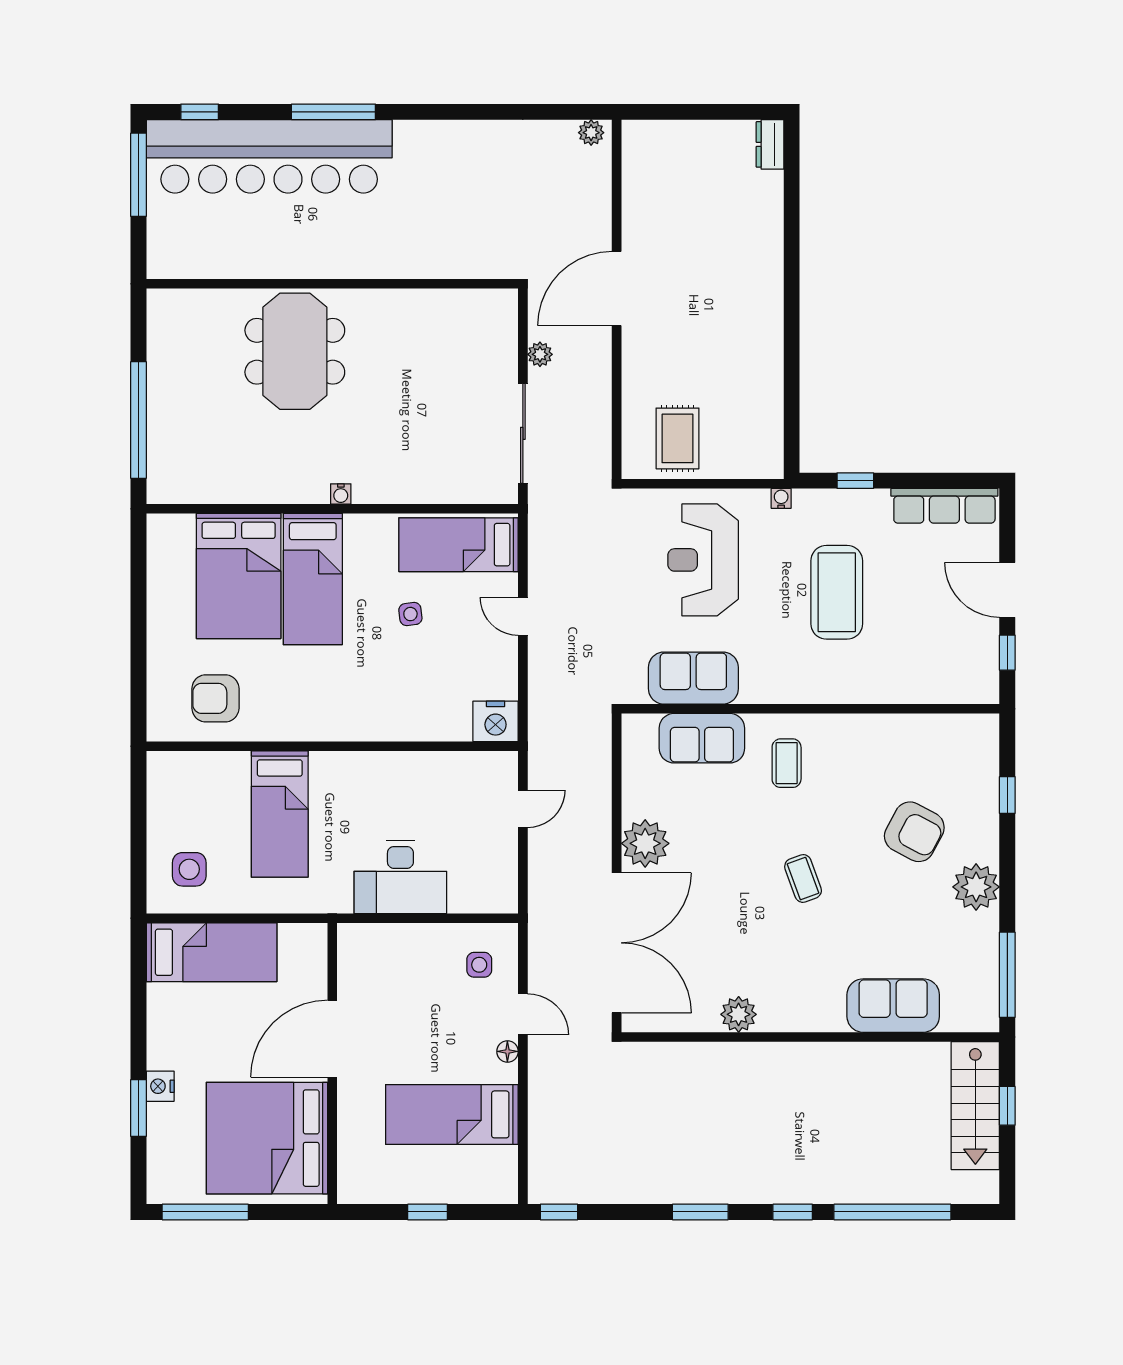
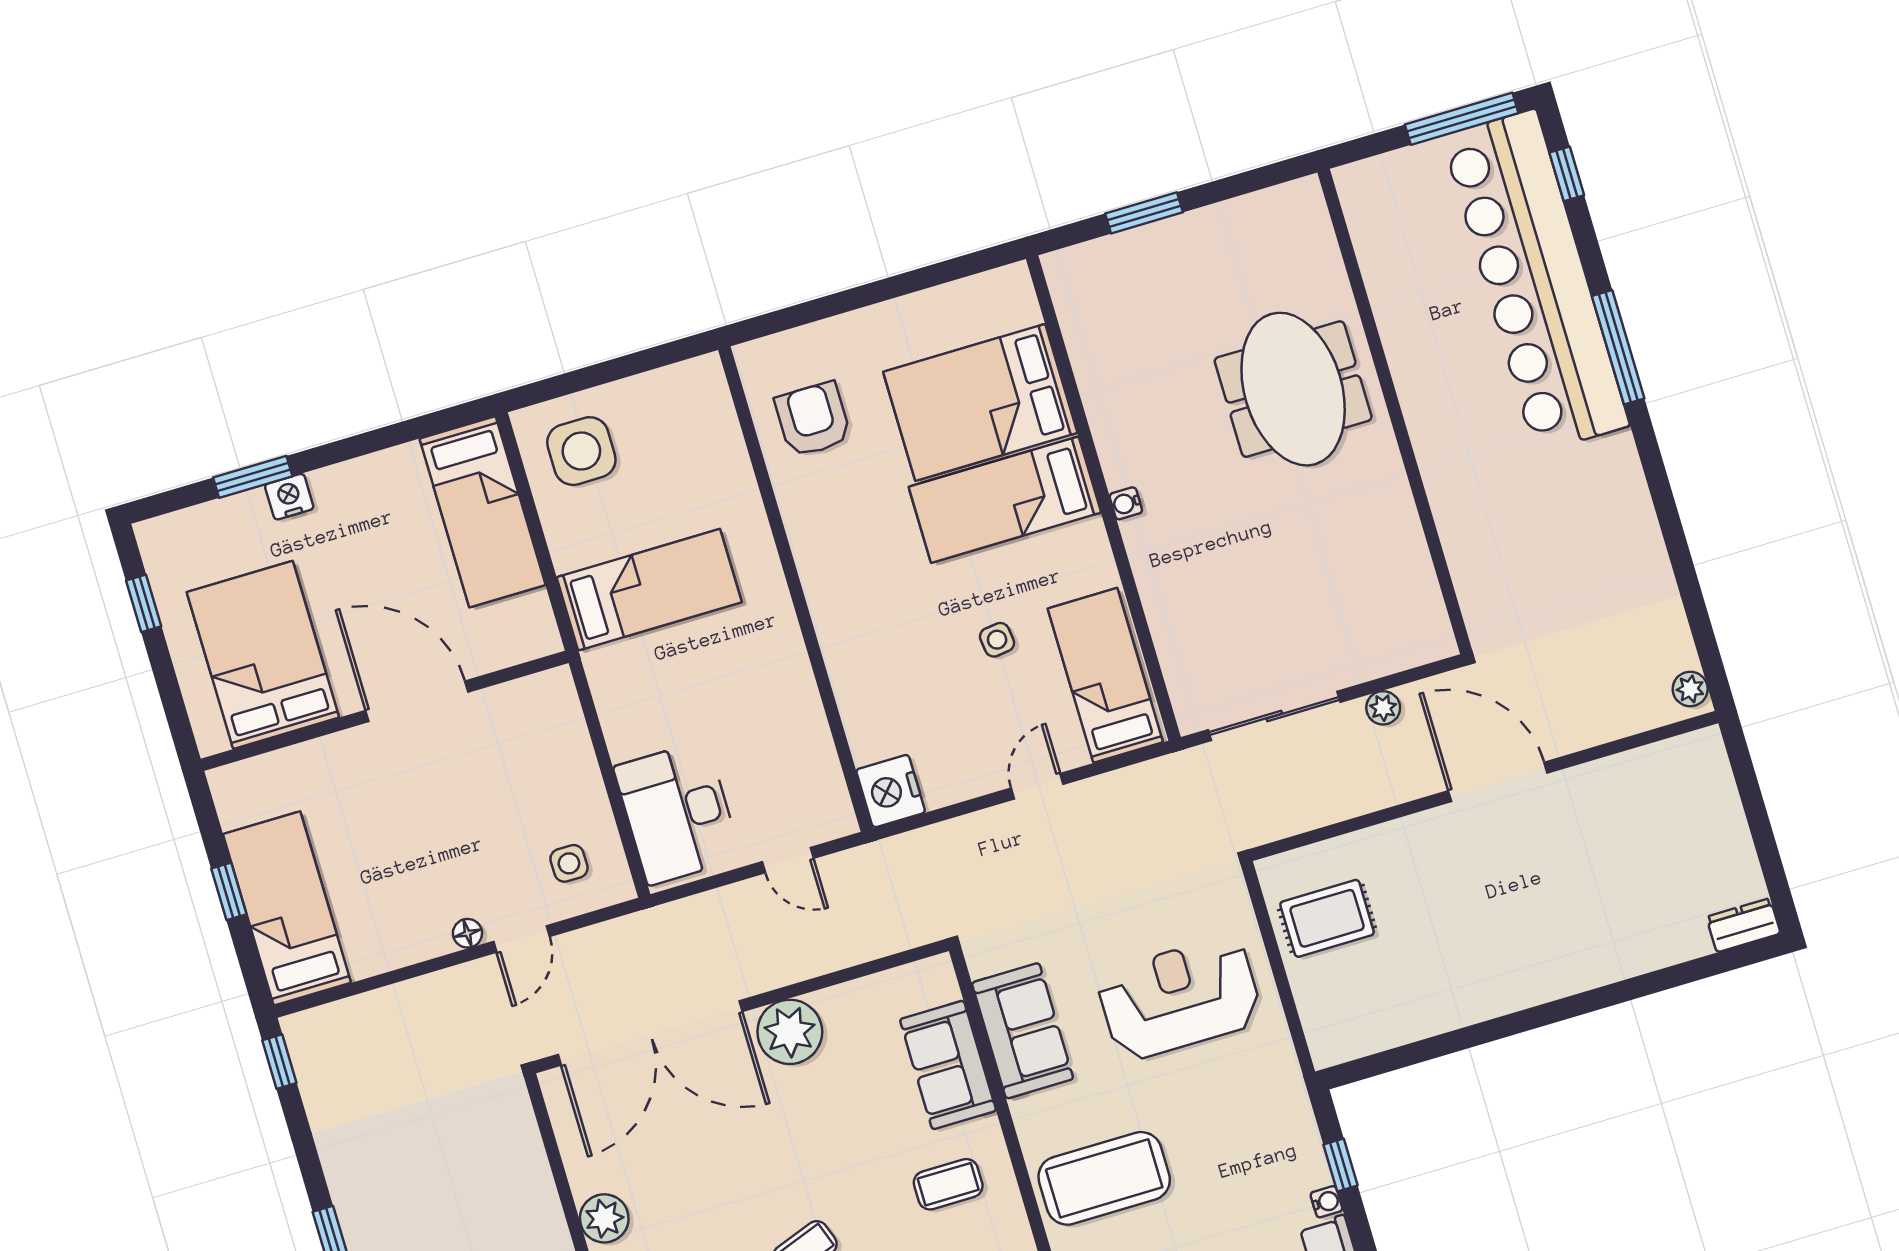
meeting table: (295, 351) -> (1293, 389), turned 90
window: (138, 420) -> (1144, 213), width x0.47
water cooler: (781, 498) -> (1326, 1202), moved
coffee table: (837, 592) -> (1104, 1178), moved
bed: (280, 814) -> (649, 590), moved, turned 180
side table: (189, 869) -> (581, 451), width x1.37, depth x1.37
desk: (400, 877) -> (678, 813), moved
bed: (452, 1114) -> (287, 908), moved
bed: (267, 1138) -> (263, 655), width x0.73
window: (205, 1212) -> (144, 603), width x0.46

